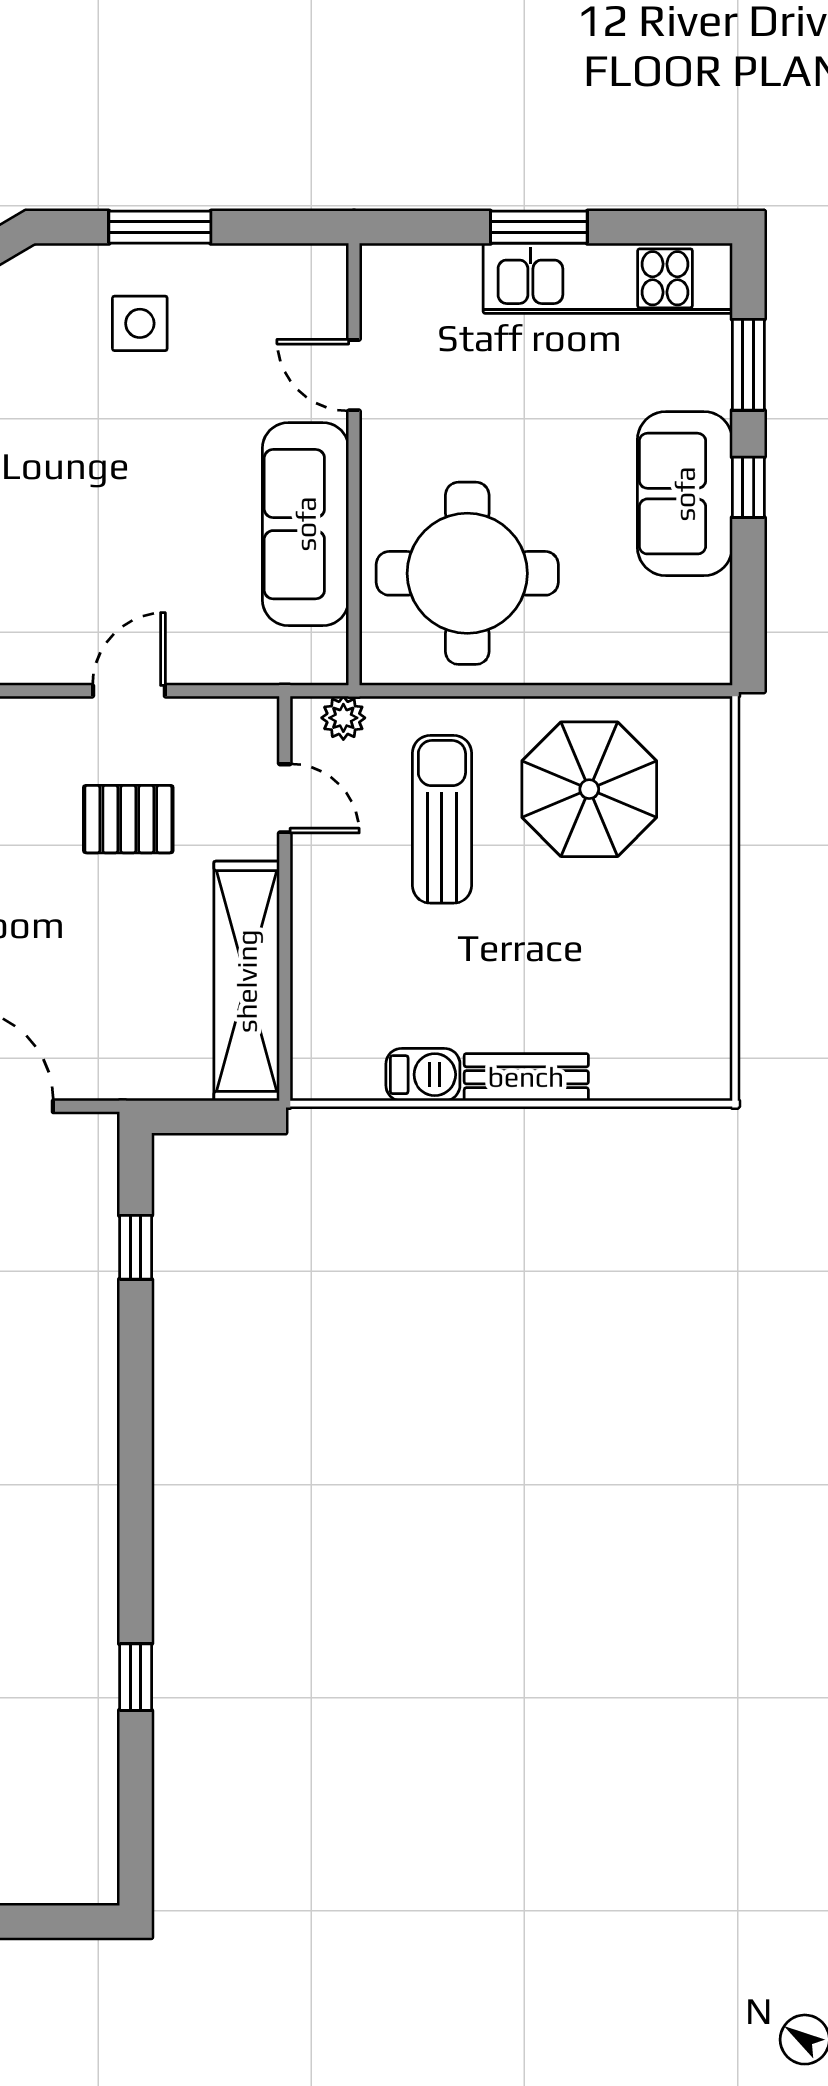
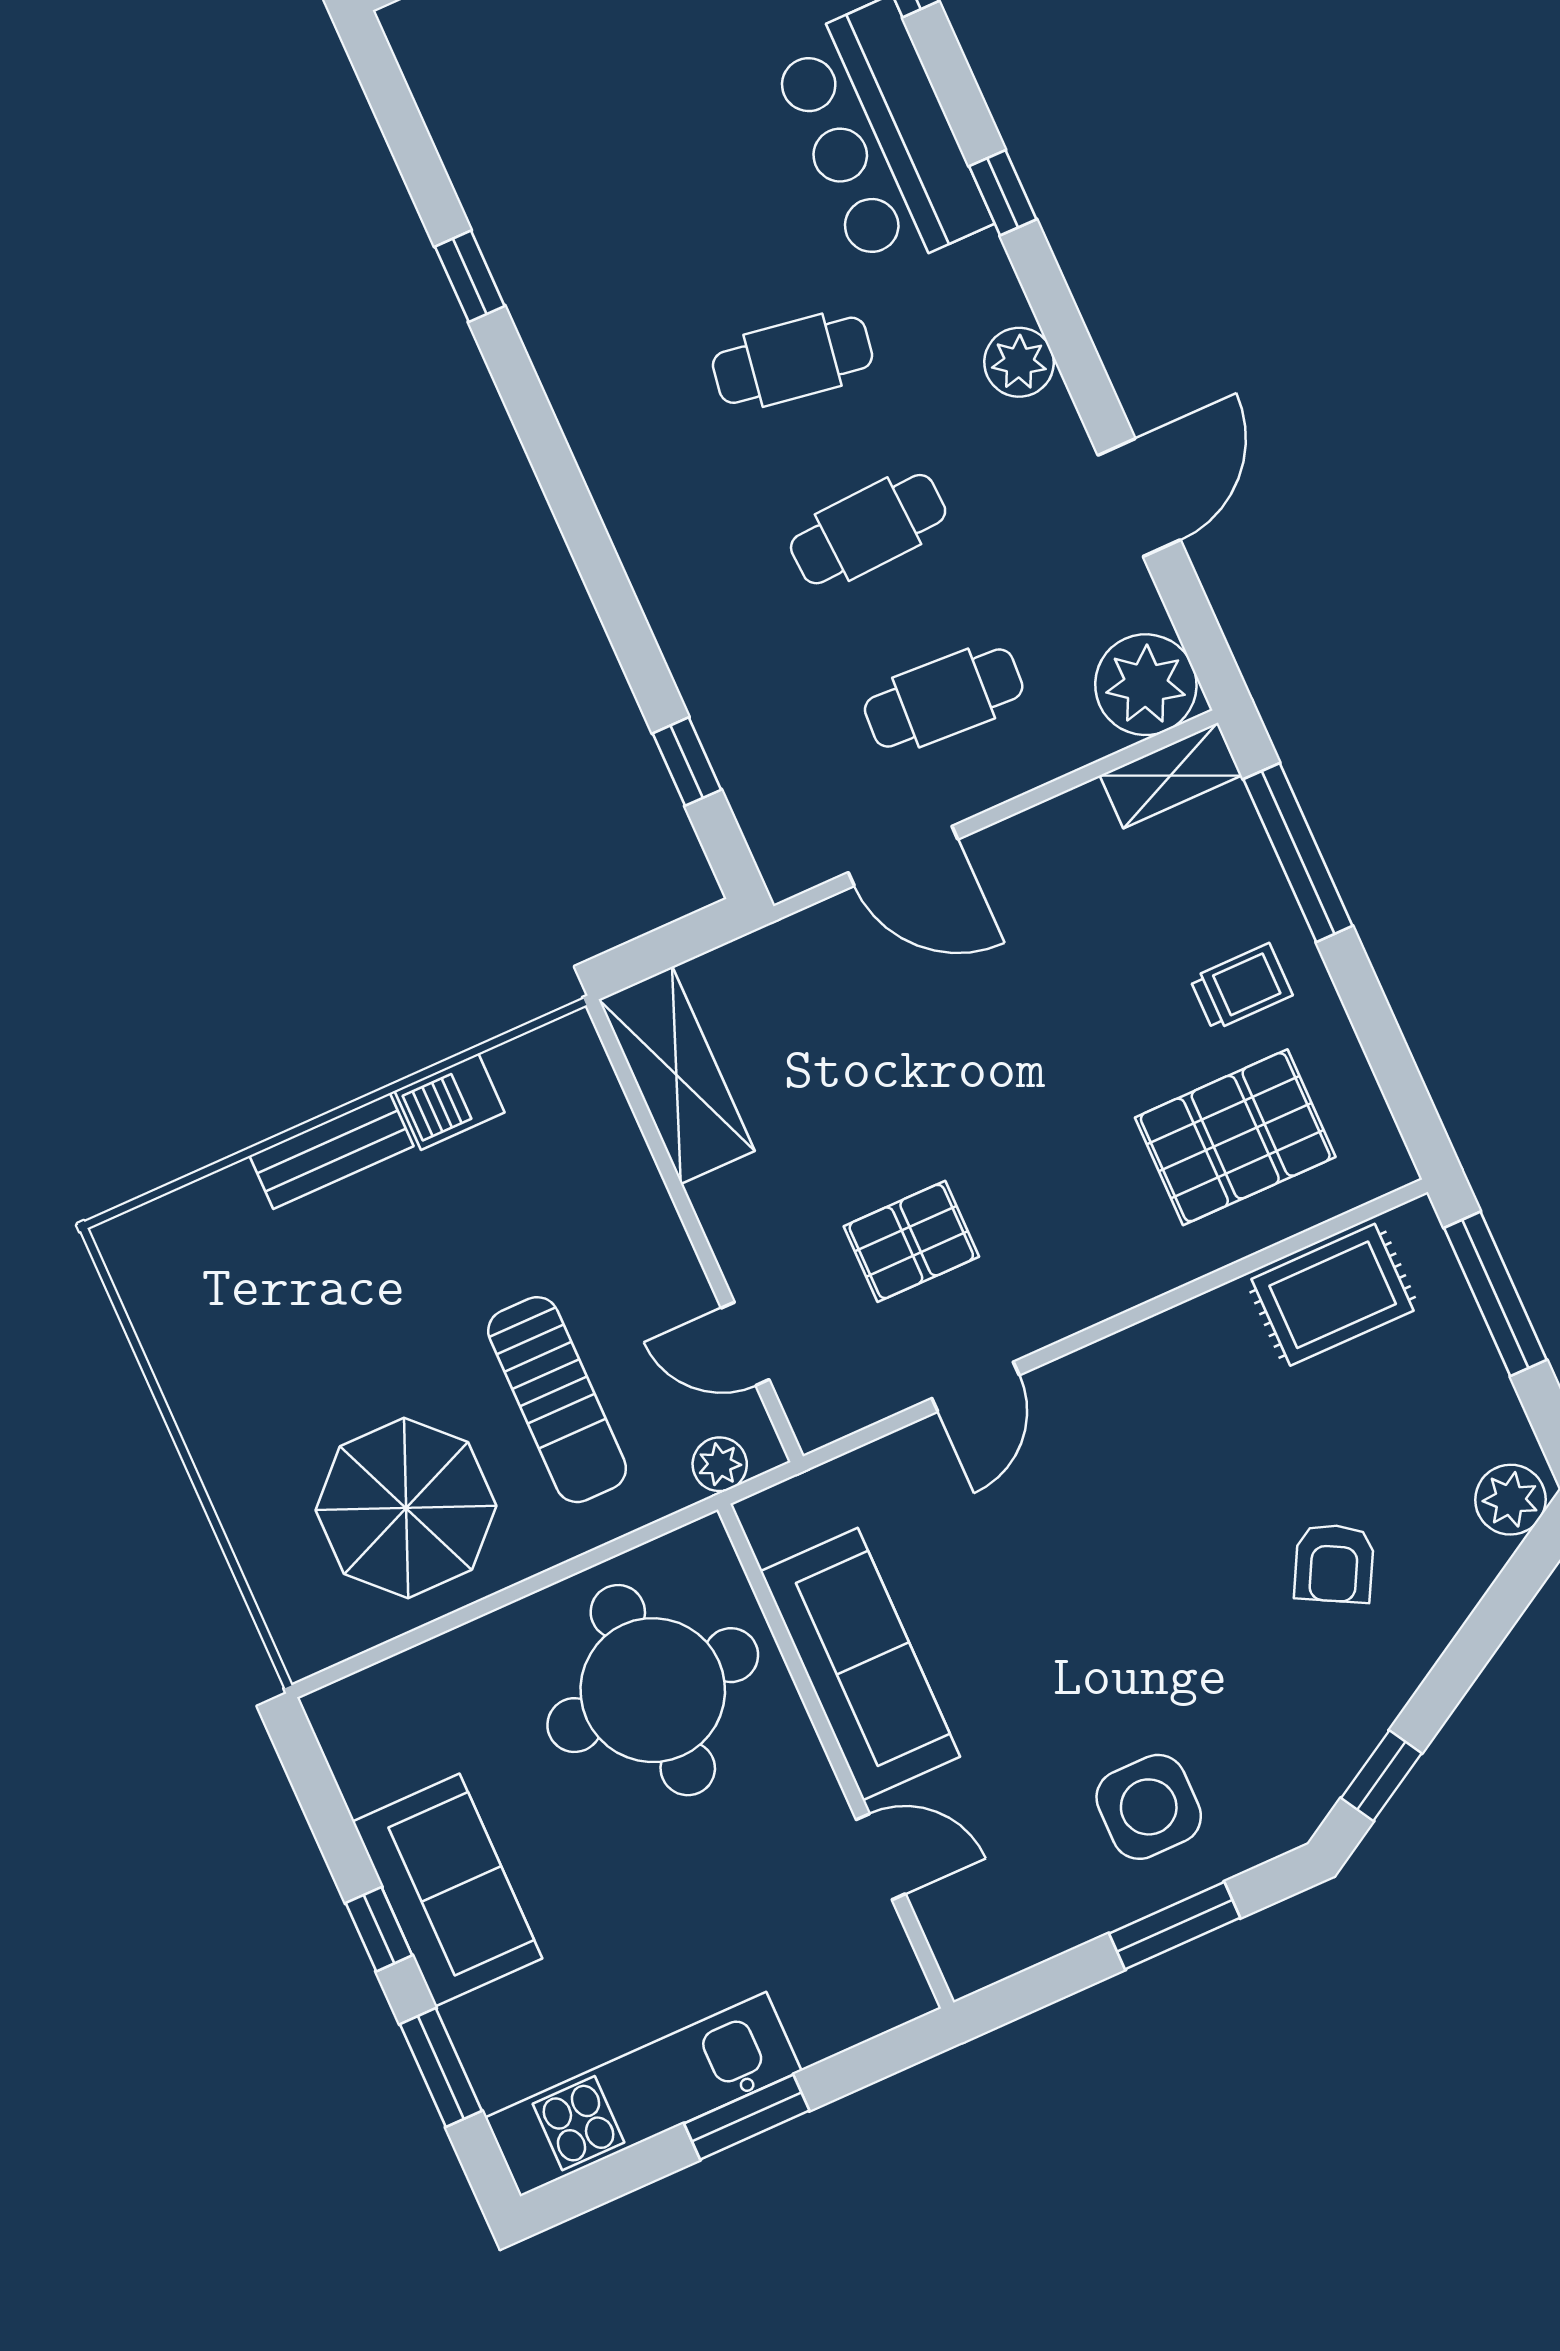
side table: (140, 323) -> (1149, 1807), width x1.37, depth x1.37
shelving: (247, 981) -> (677, 1075), width x0.68

